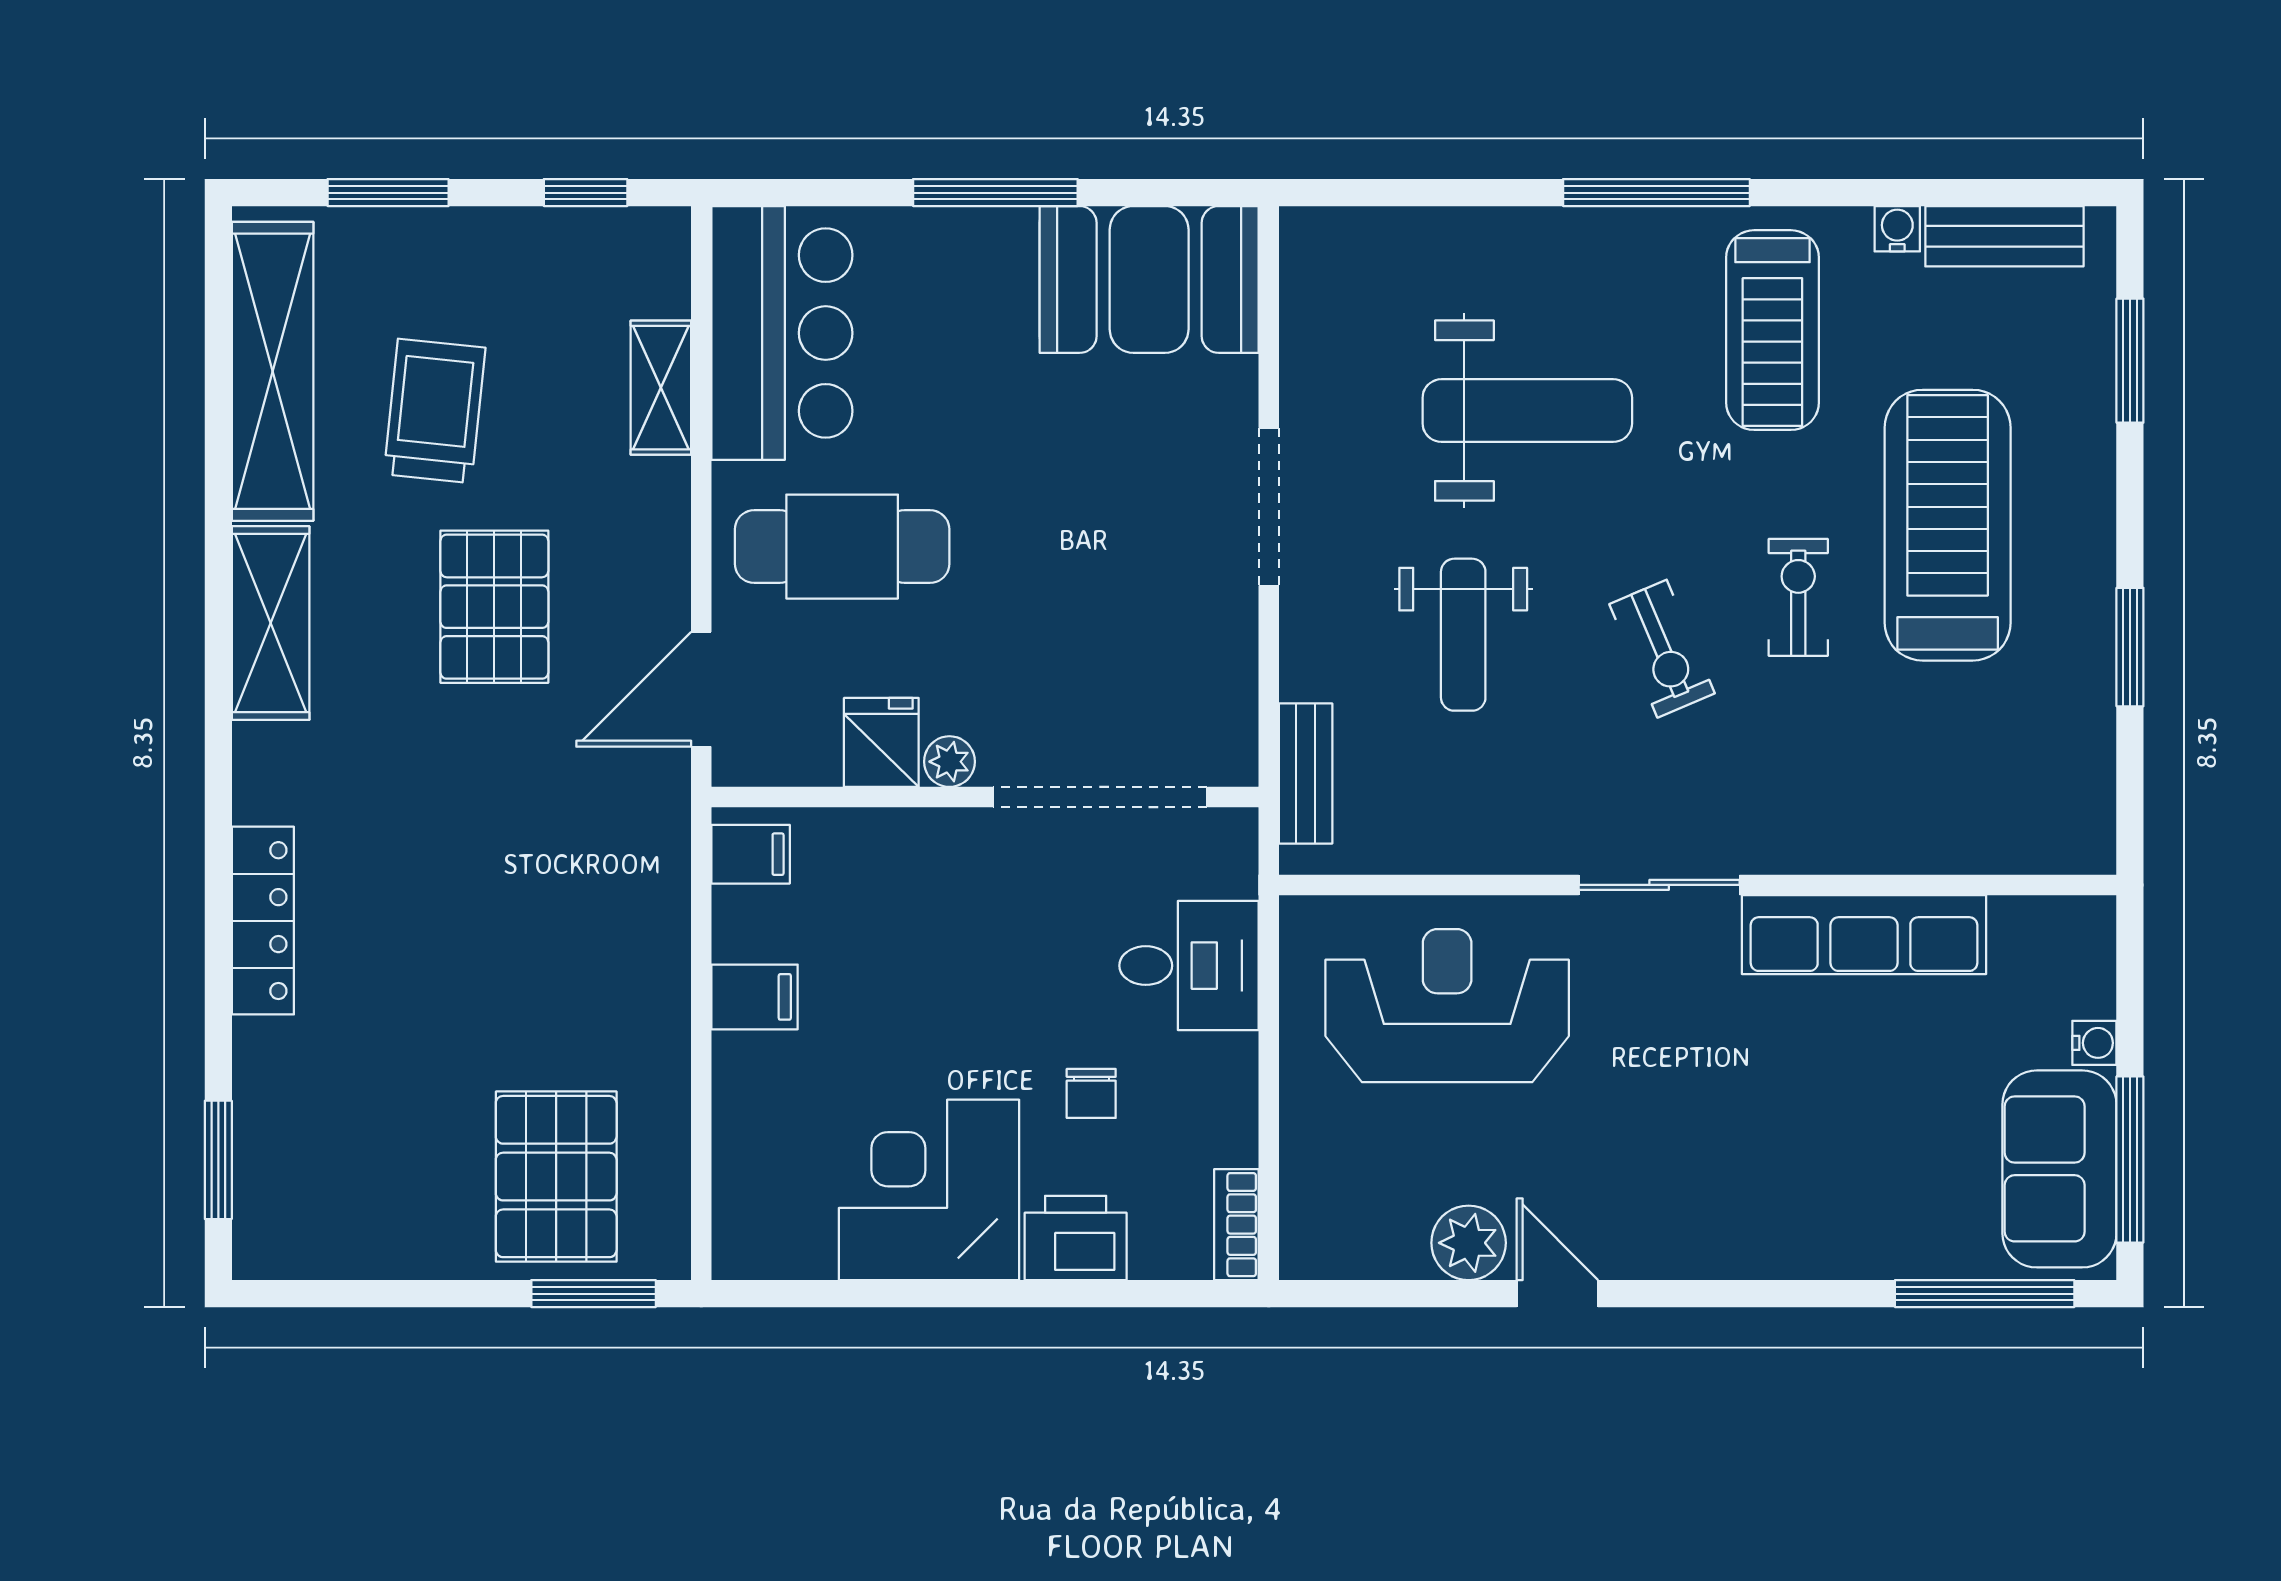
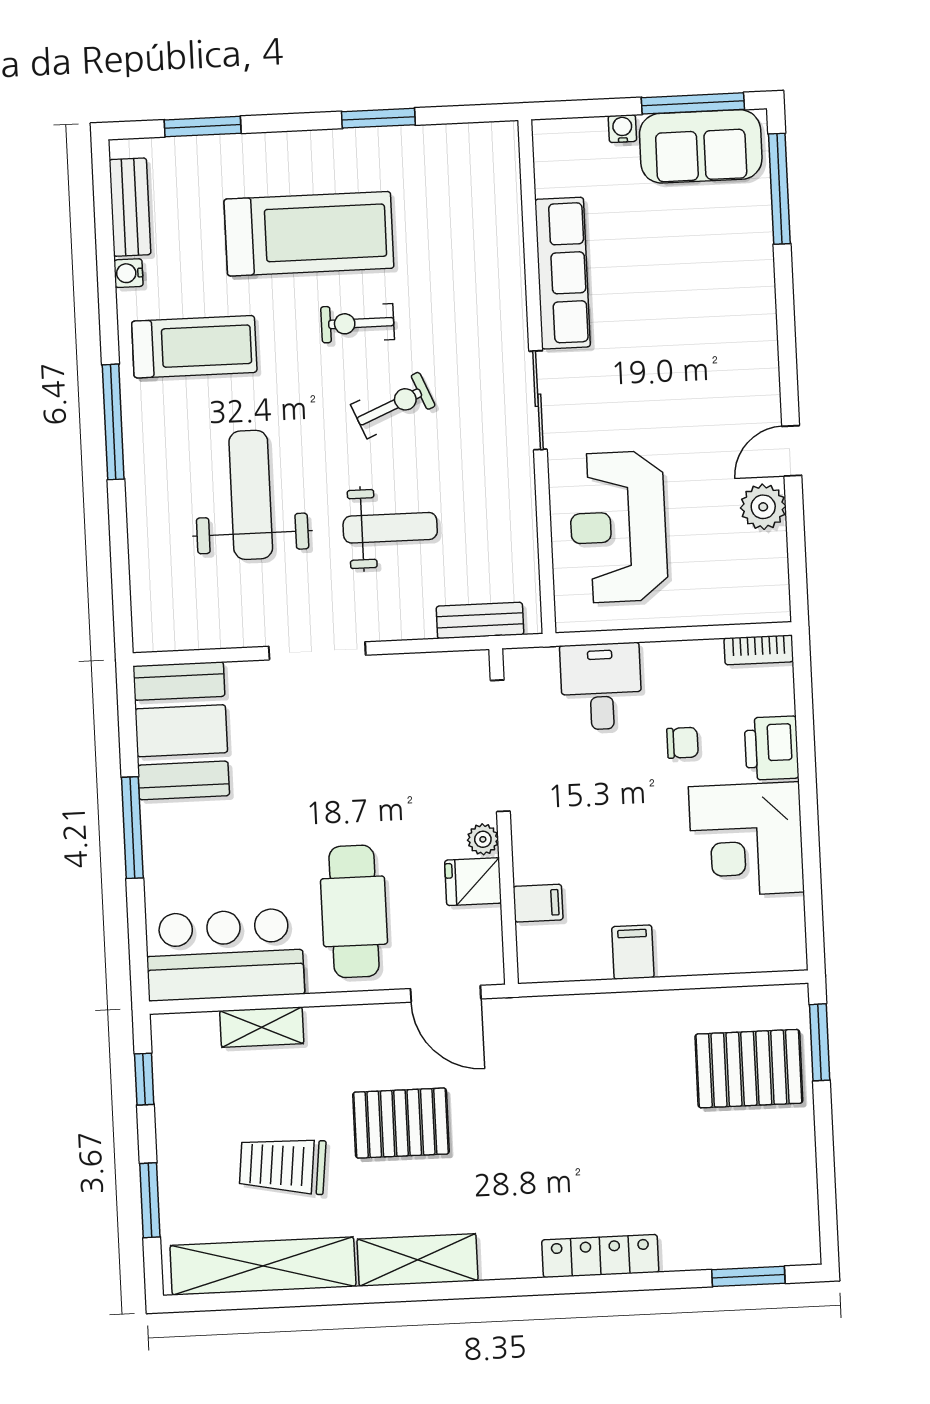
treadmill: (1948, 525) -> (309, 234), turned 180
filing cabinet: (751, 854) -> (538, 903), moved, turned 90

